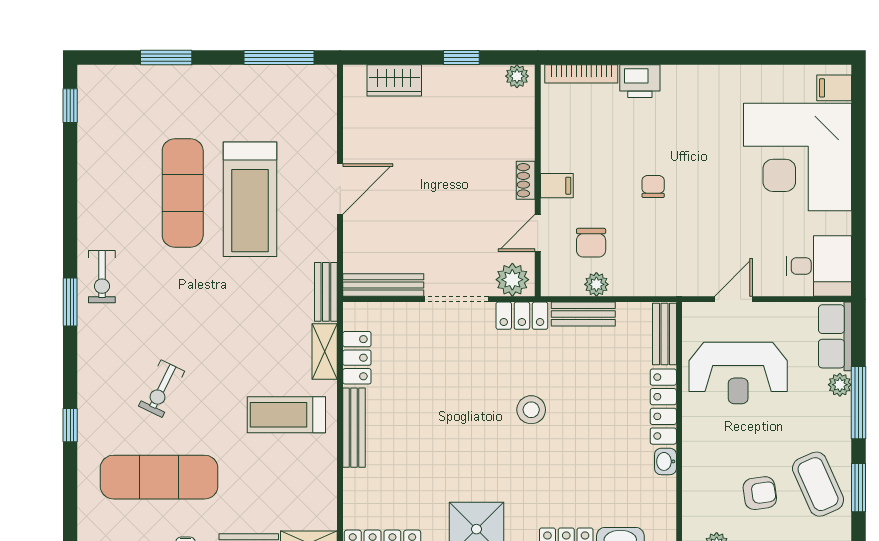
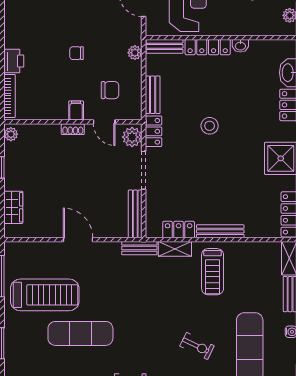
treadmill: (250, 199) -> (45, 295), moved
plant: (596, 284) -> (135, 53), moved

